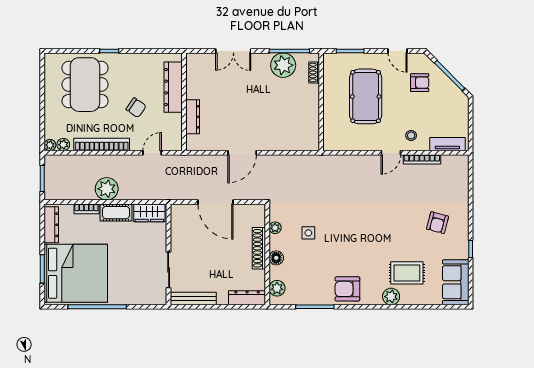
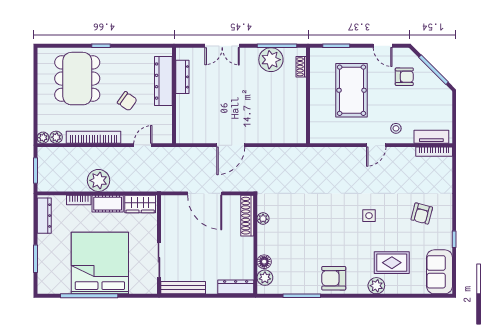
dresser: (193, 117) -> (182, 77), moved
bookcase: (422, 159) -> (434, 152), moved
side table: (308, 233) -> (369, 216), moved
shoe rack: (259, 248) -> (247, 216), moved
floor lamp: (276, 258) -> (264, 262), moved
bed: (76, 273) -> (100, 263), moved, turned -90

